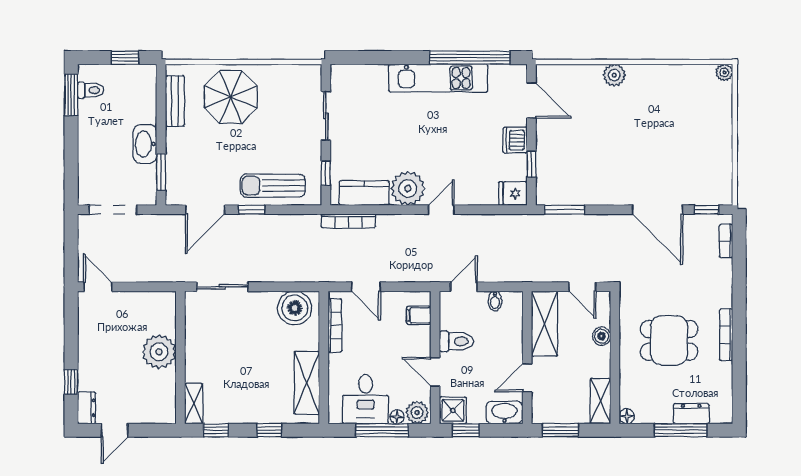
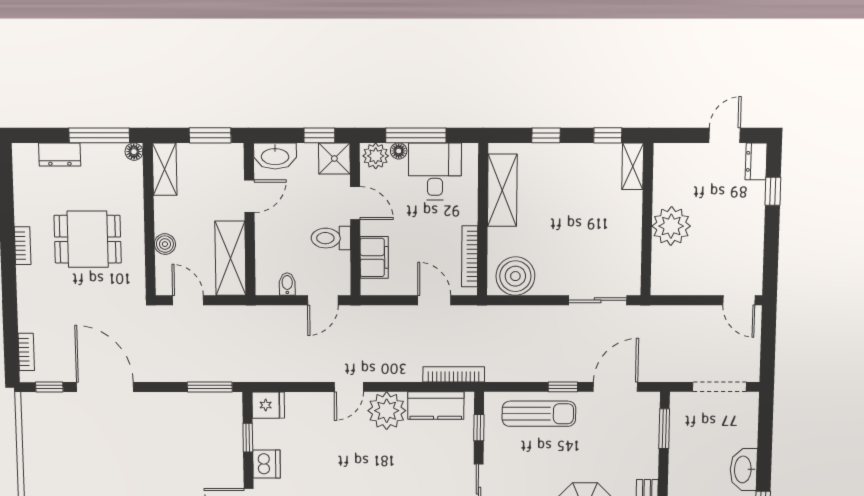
washbasin: (145, 144) -> (744, 469), moved, turned 180
filing cabinet: (419, 315) -> (374, 257), width x2.00
bookcase: (726, 335) -> (23, 246), width x0.64
window: (681, 430) -> (99, 135), moved

